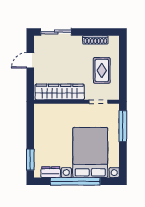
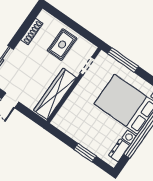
rug: (102, 70) -> (62, 45), turned 90
window: (30, 160) -> (85, 153), moved

